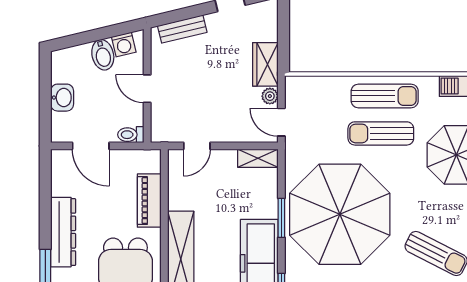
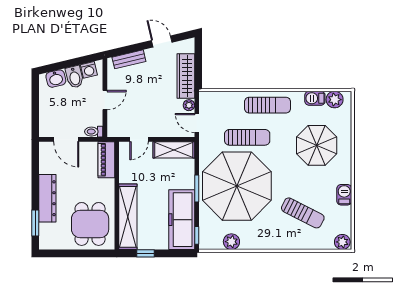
wardrobe: (265, 64) -> (186, 76), width x1.50
door: (147, 89) -> (105, 100), swing flipped
washbasin: (62, 98) -> (56, 79), moved, turned 77
sun lounger: (381, 133) -> (247, 137), moved, turned 180
shelving: (258, 158) -> (174, 150), width x1.50, depth x1.33
piano: (149, 201) -> (106, 160), moved

